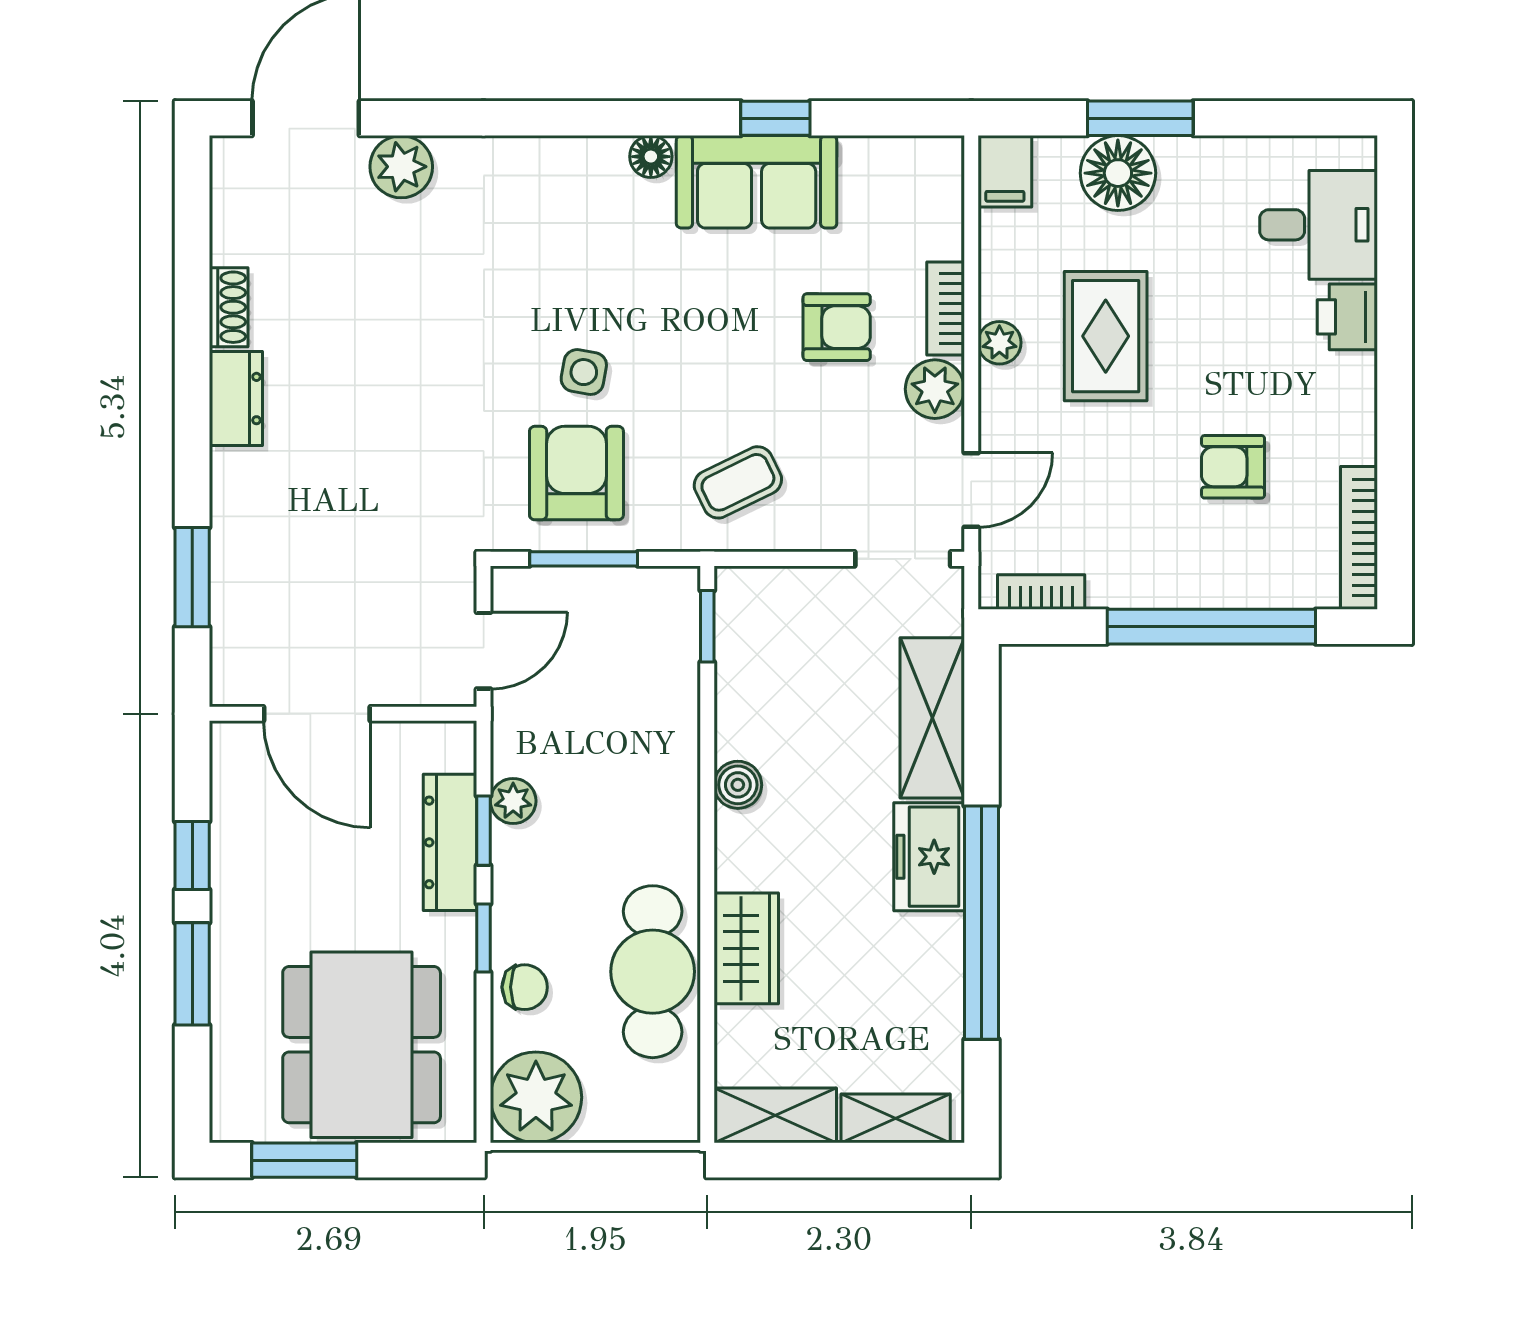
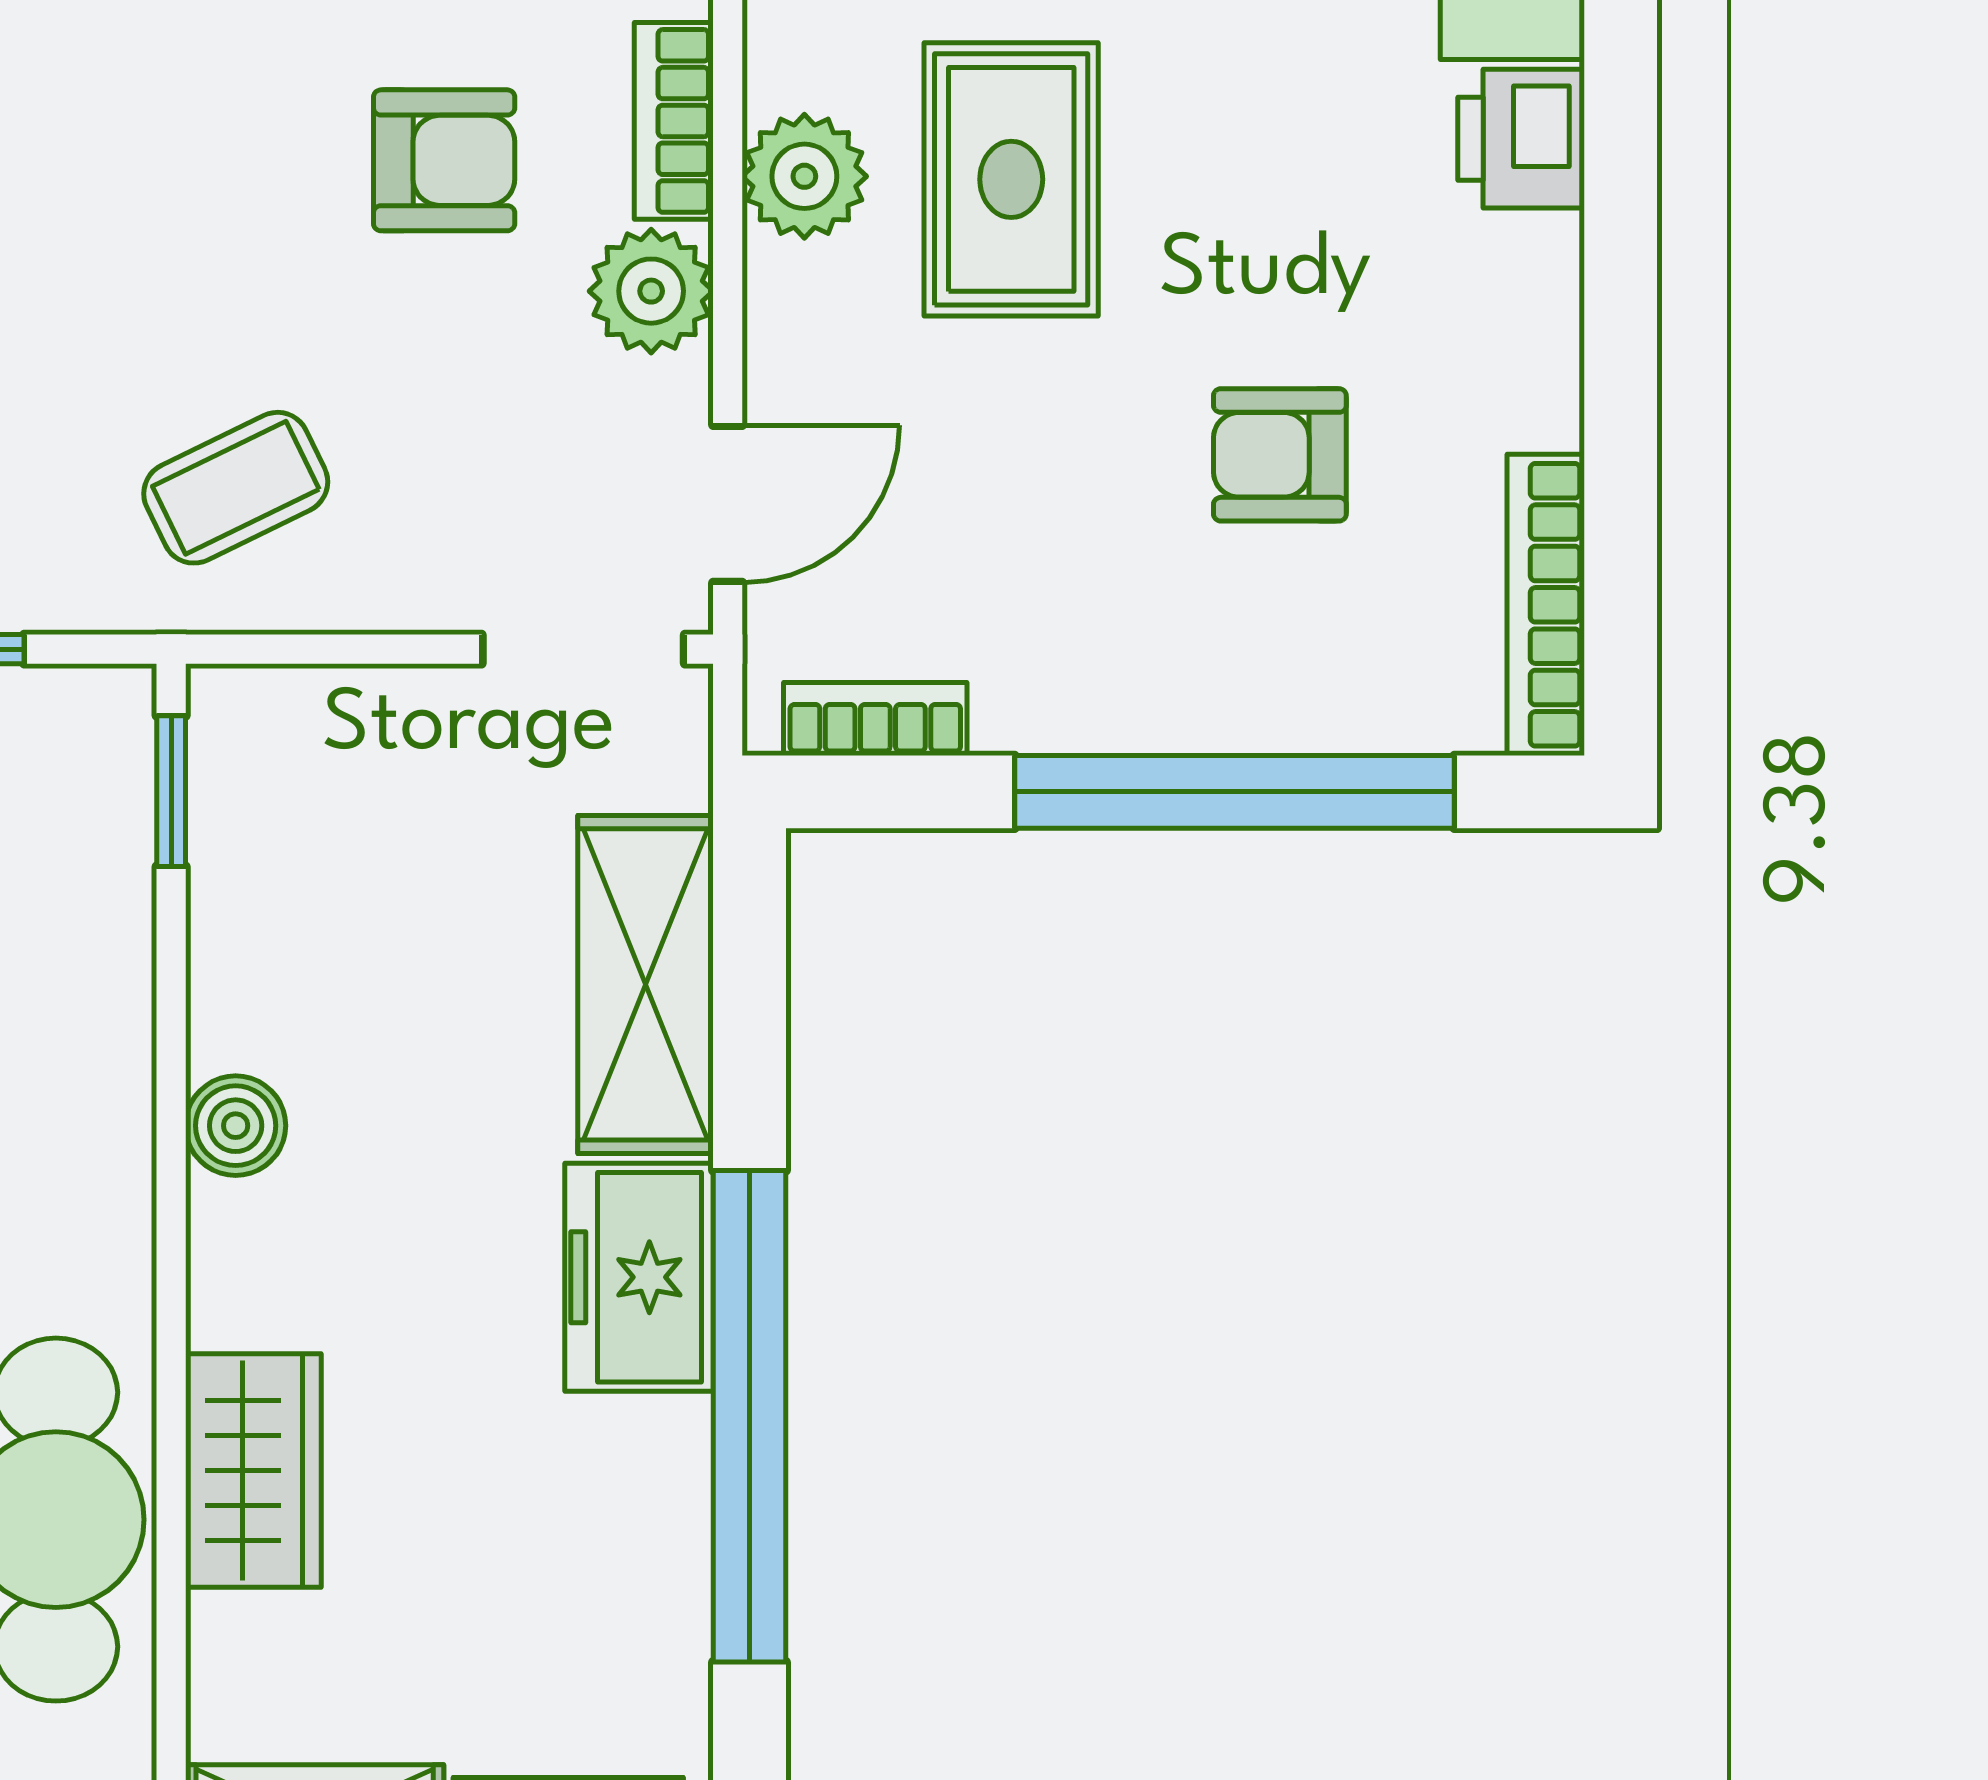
plant: (999, 343) -> (804, 176), width x1.38, depth x1.38

